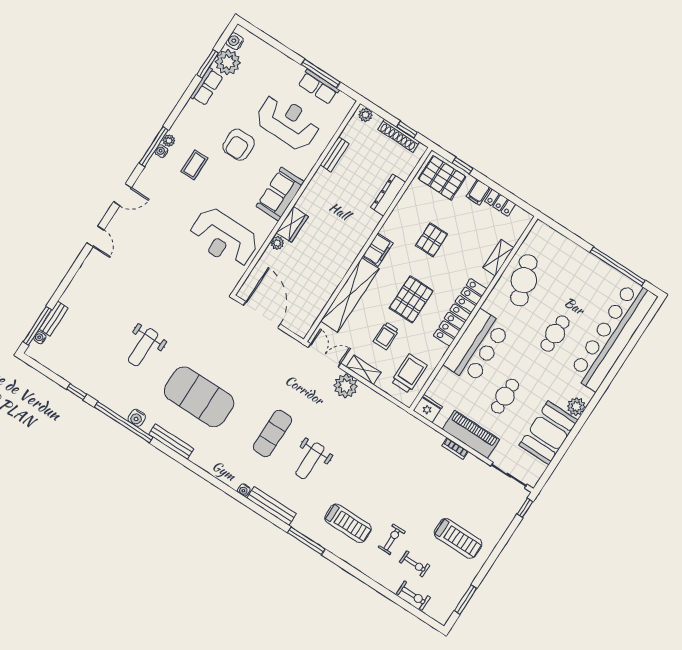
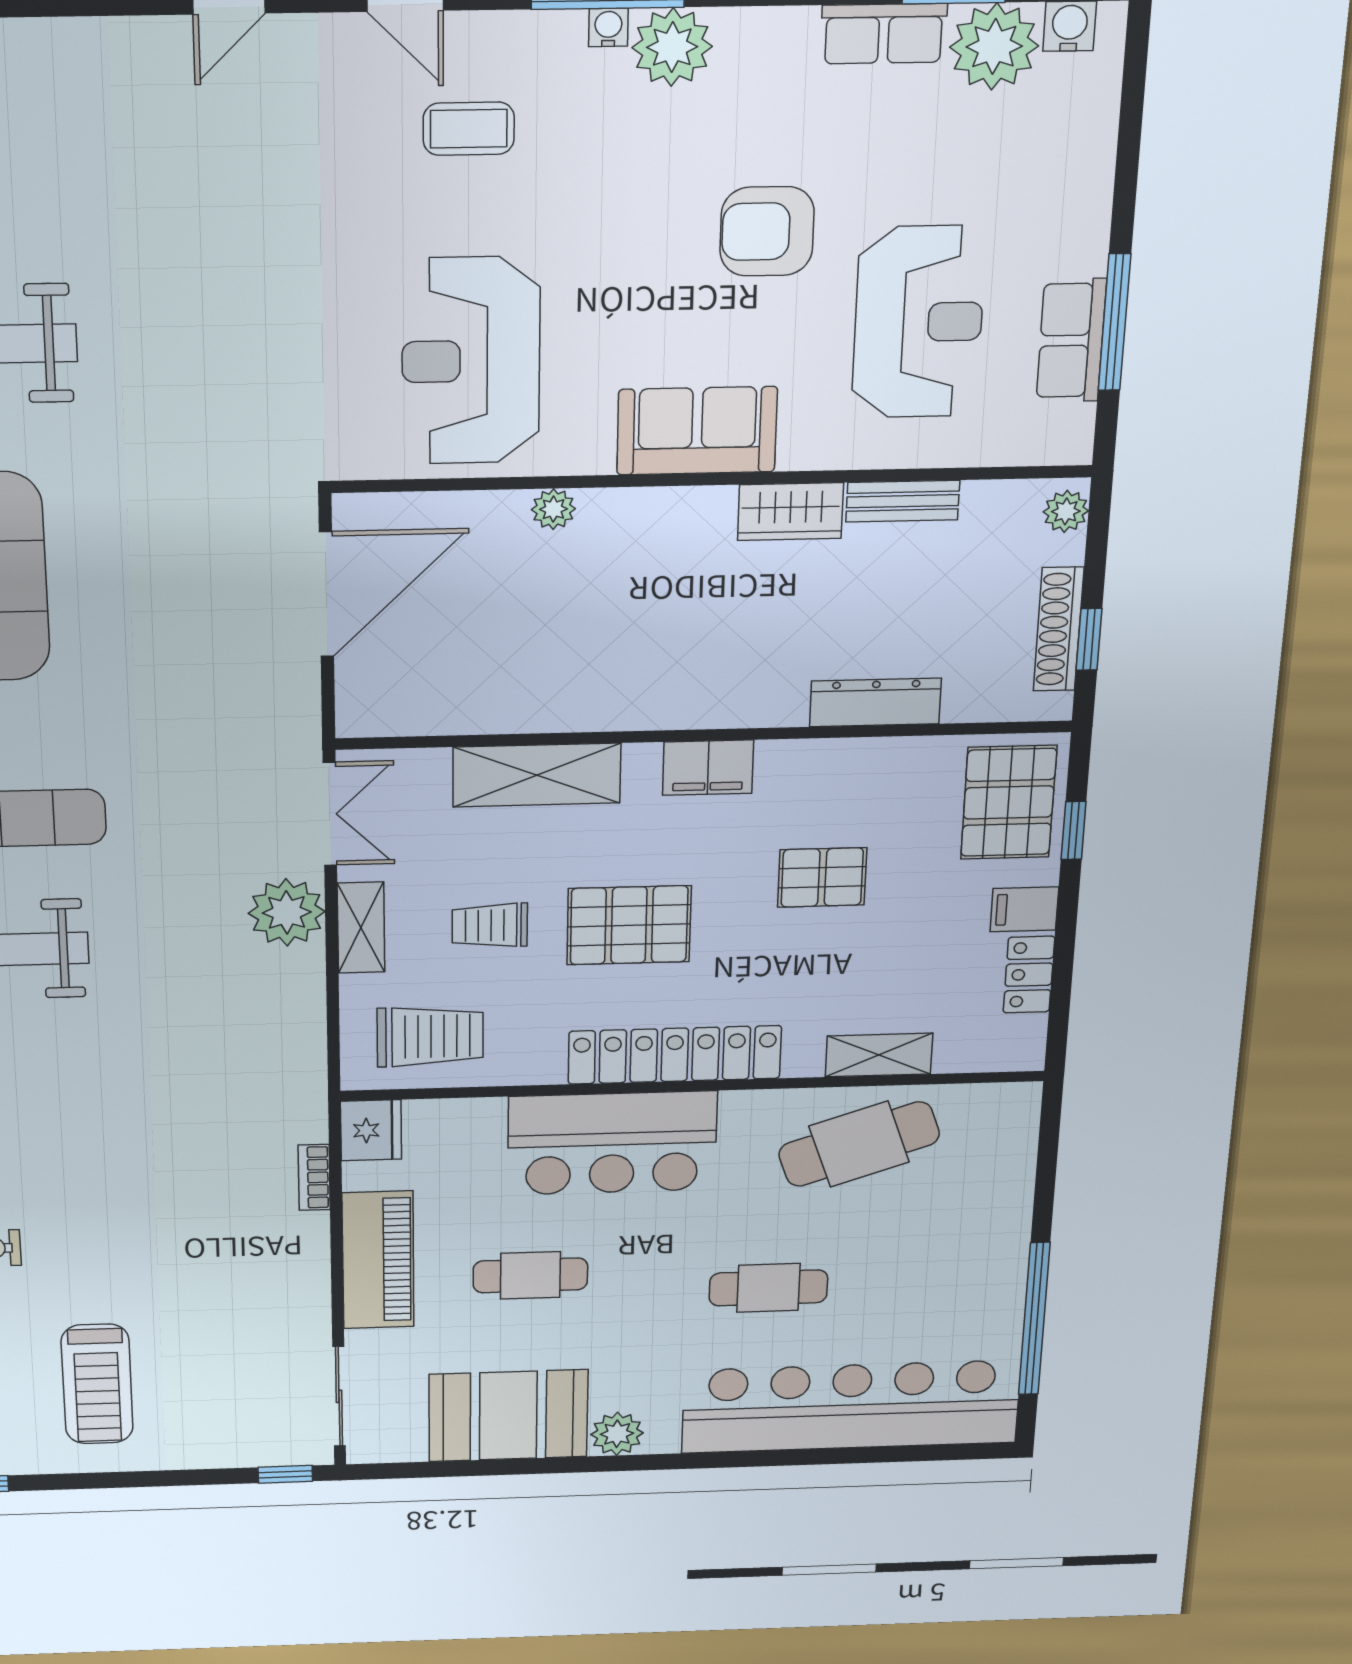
plant: (169, 141) -> (672, 47), width x1.88, depth x1.88
coffee table: (194, 165) -> (469, 129), moved
wardrobe: (292, 224) -> (790, 512), moved
shelving: (350, 295) -> (537, 775), width x0.68
bookcase: (455, 449) -> (314, 1177), moved

